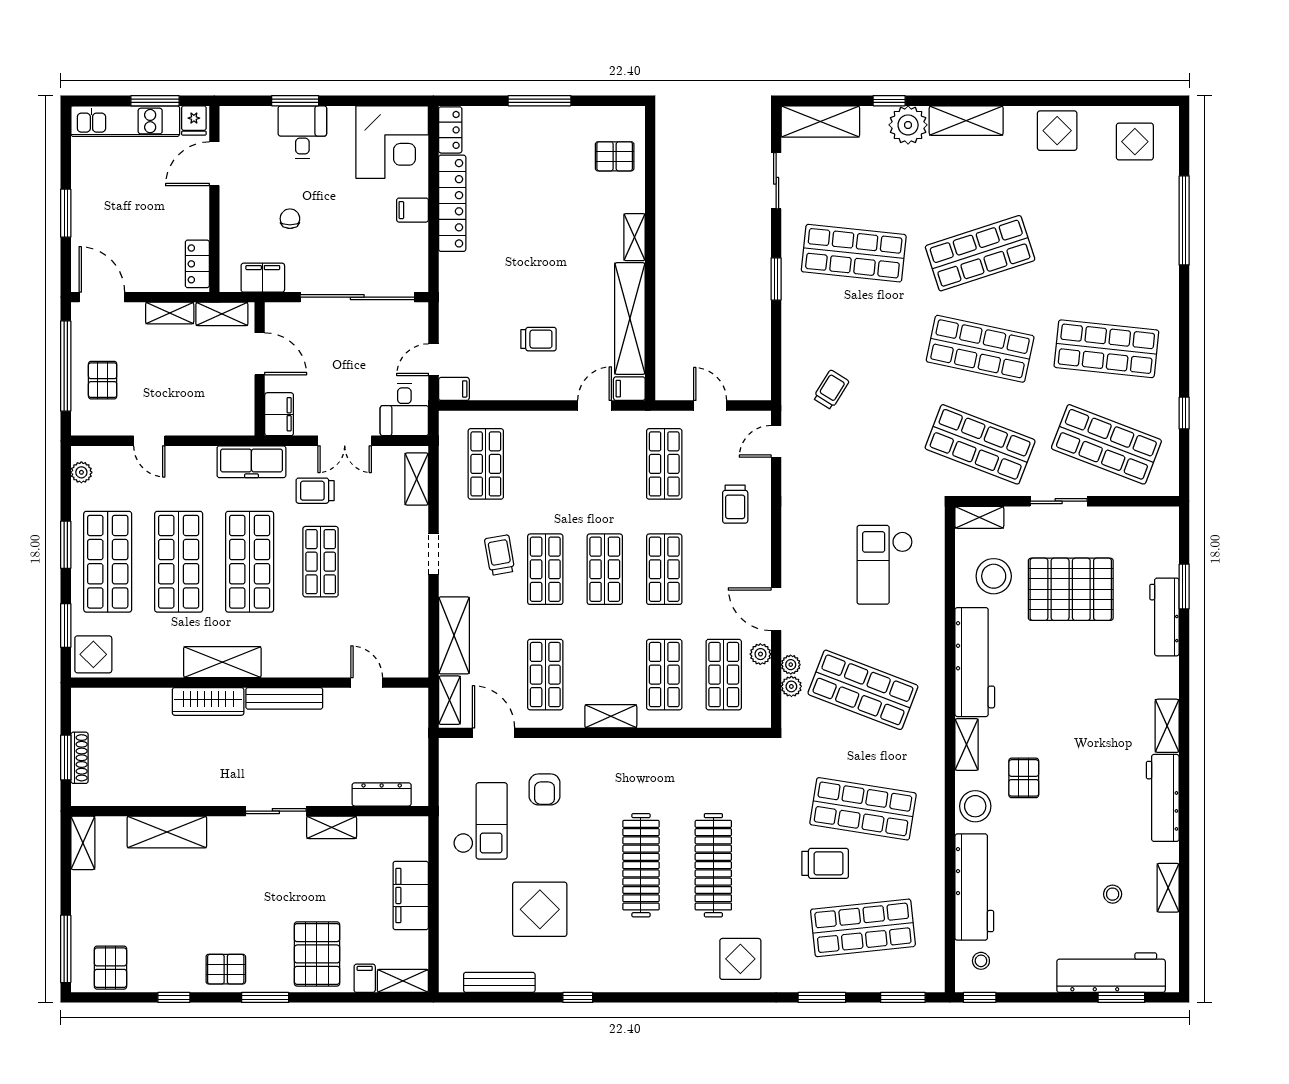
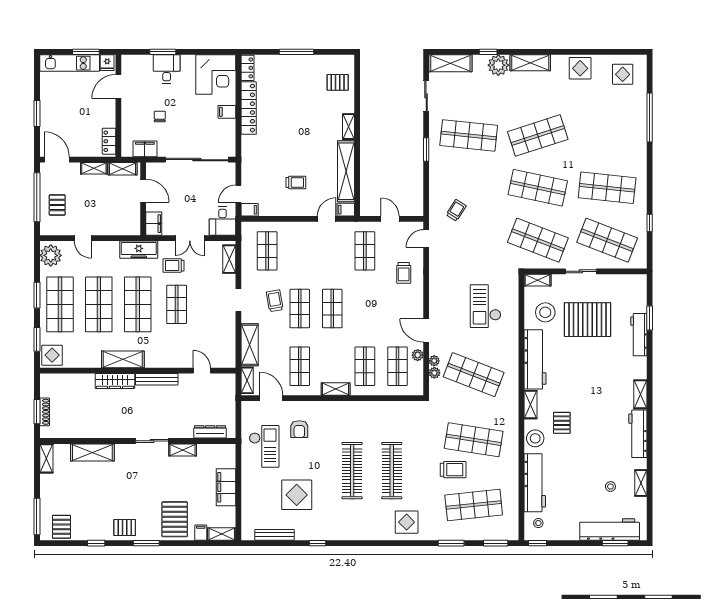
plant: (81, 472) -> (51, 255), width x1.88, depth x1.88
shop shelf: (664, 569) -> (365, 309), removed

